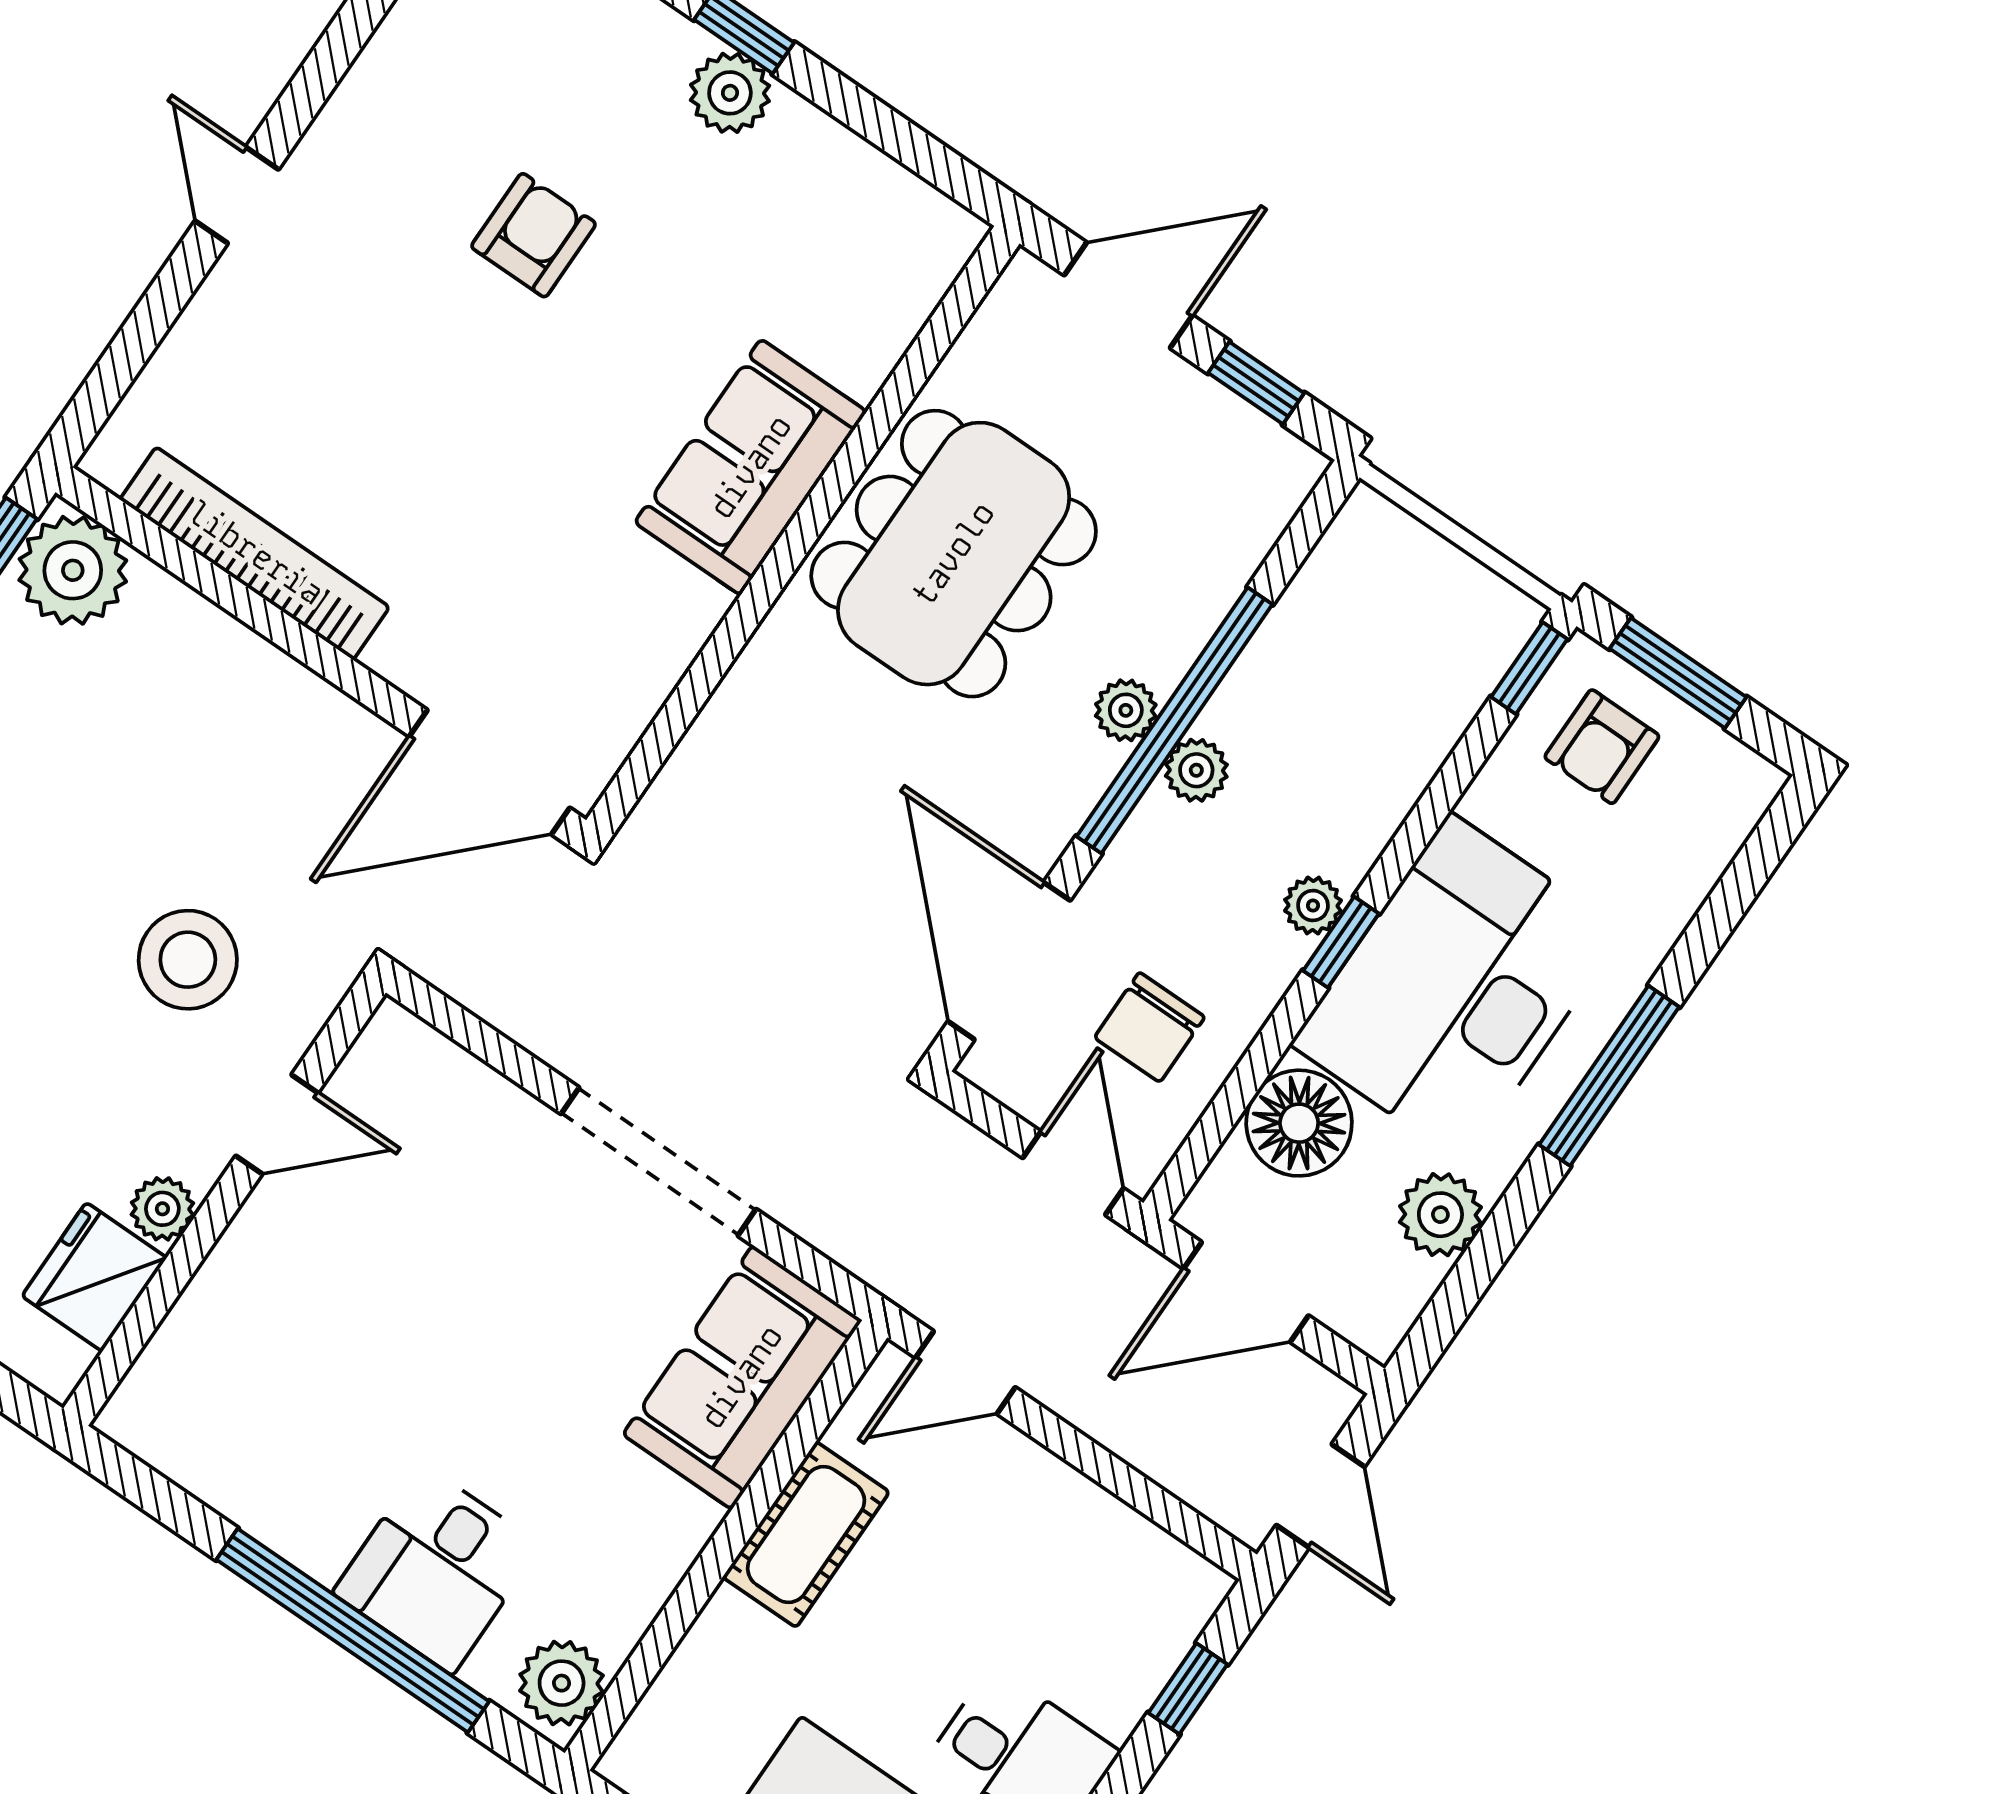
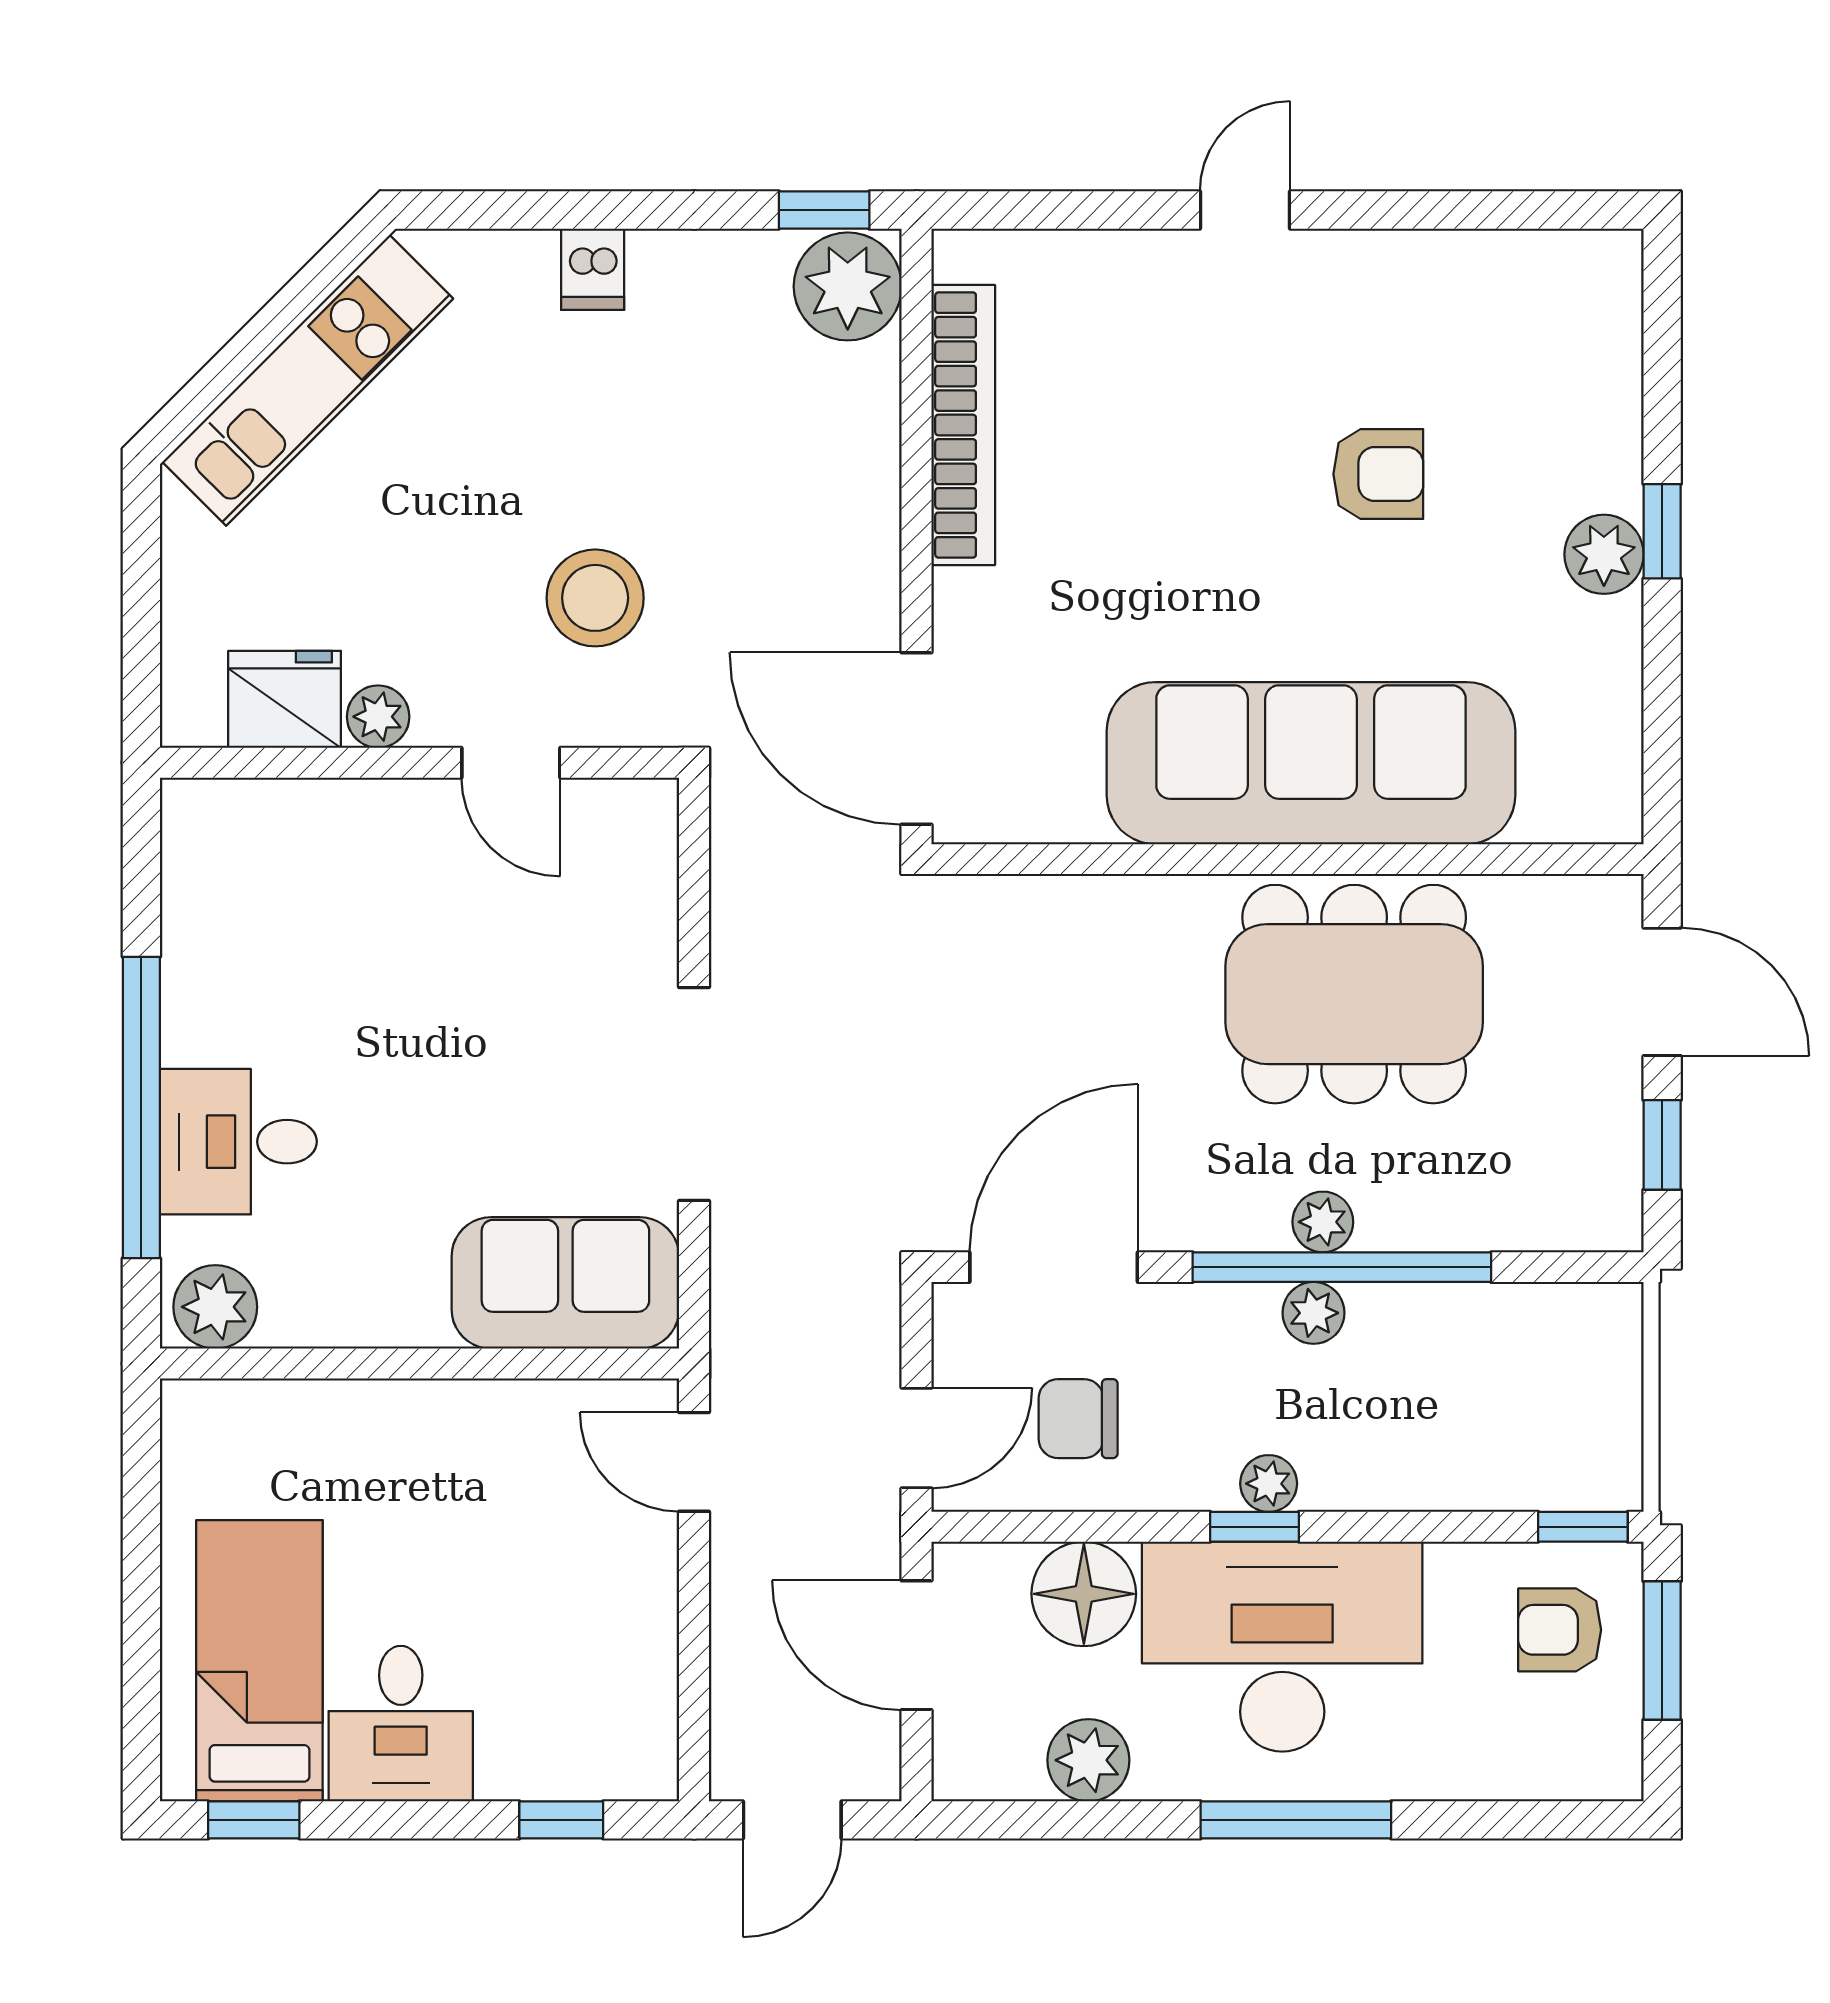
sofa: (751, 467) -> (1311, 763), width x1.85, depth x1.27
cot: (806, 1534) -> (473, 1423), removed

